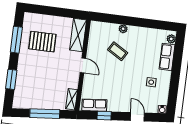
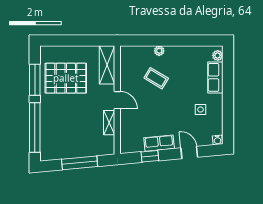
pallet: (42, 42) -> (66, 78), width x1.37, depth x1.41
window: (11, 79) -> (35, 127), width x2.11
shelving: (72, 99) -> (109, 123), moved
row of seats: (94, 105) -> (159, 143), moved

